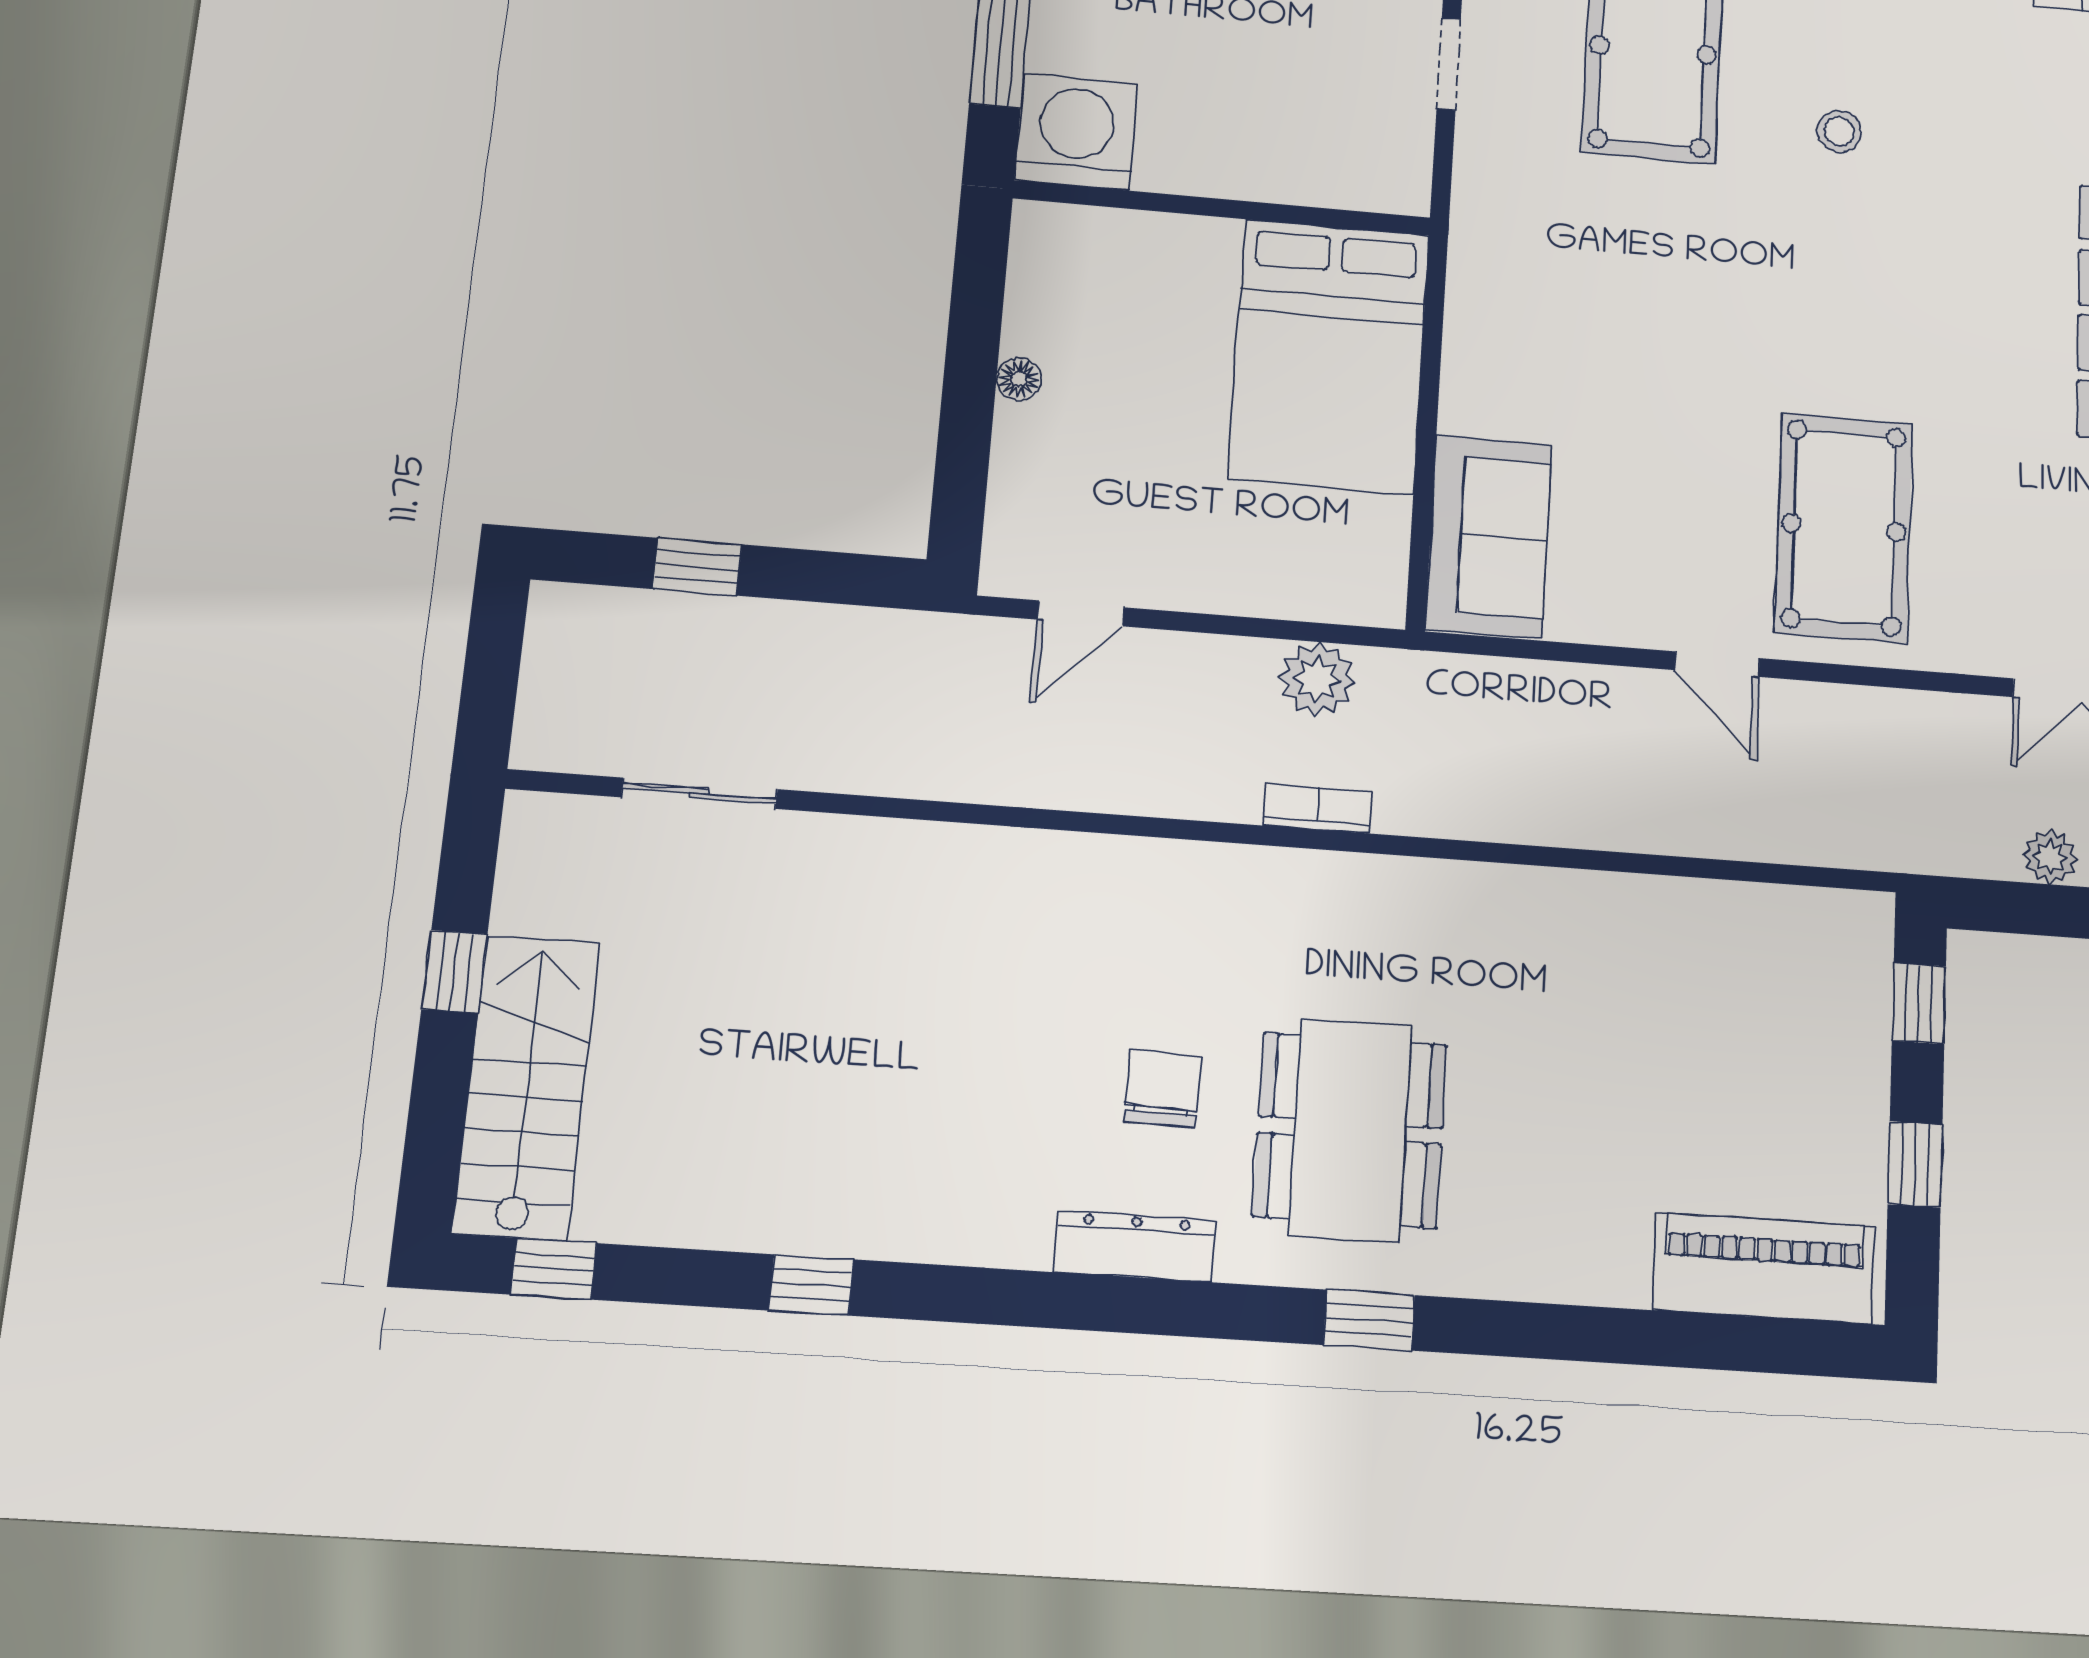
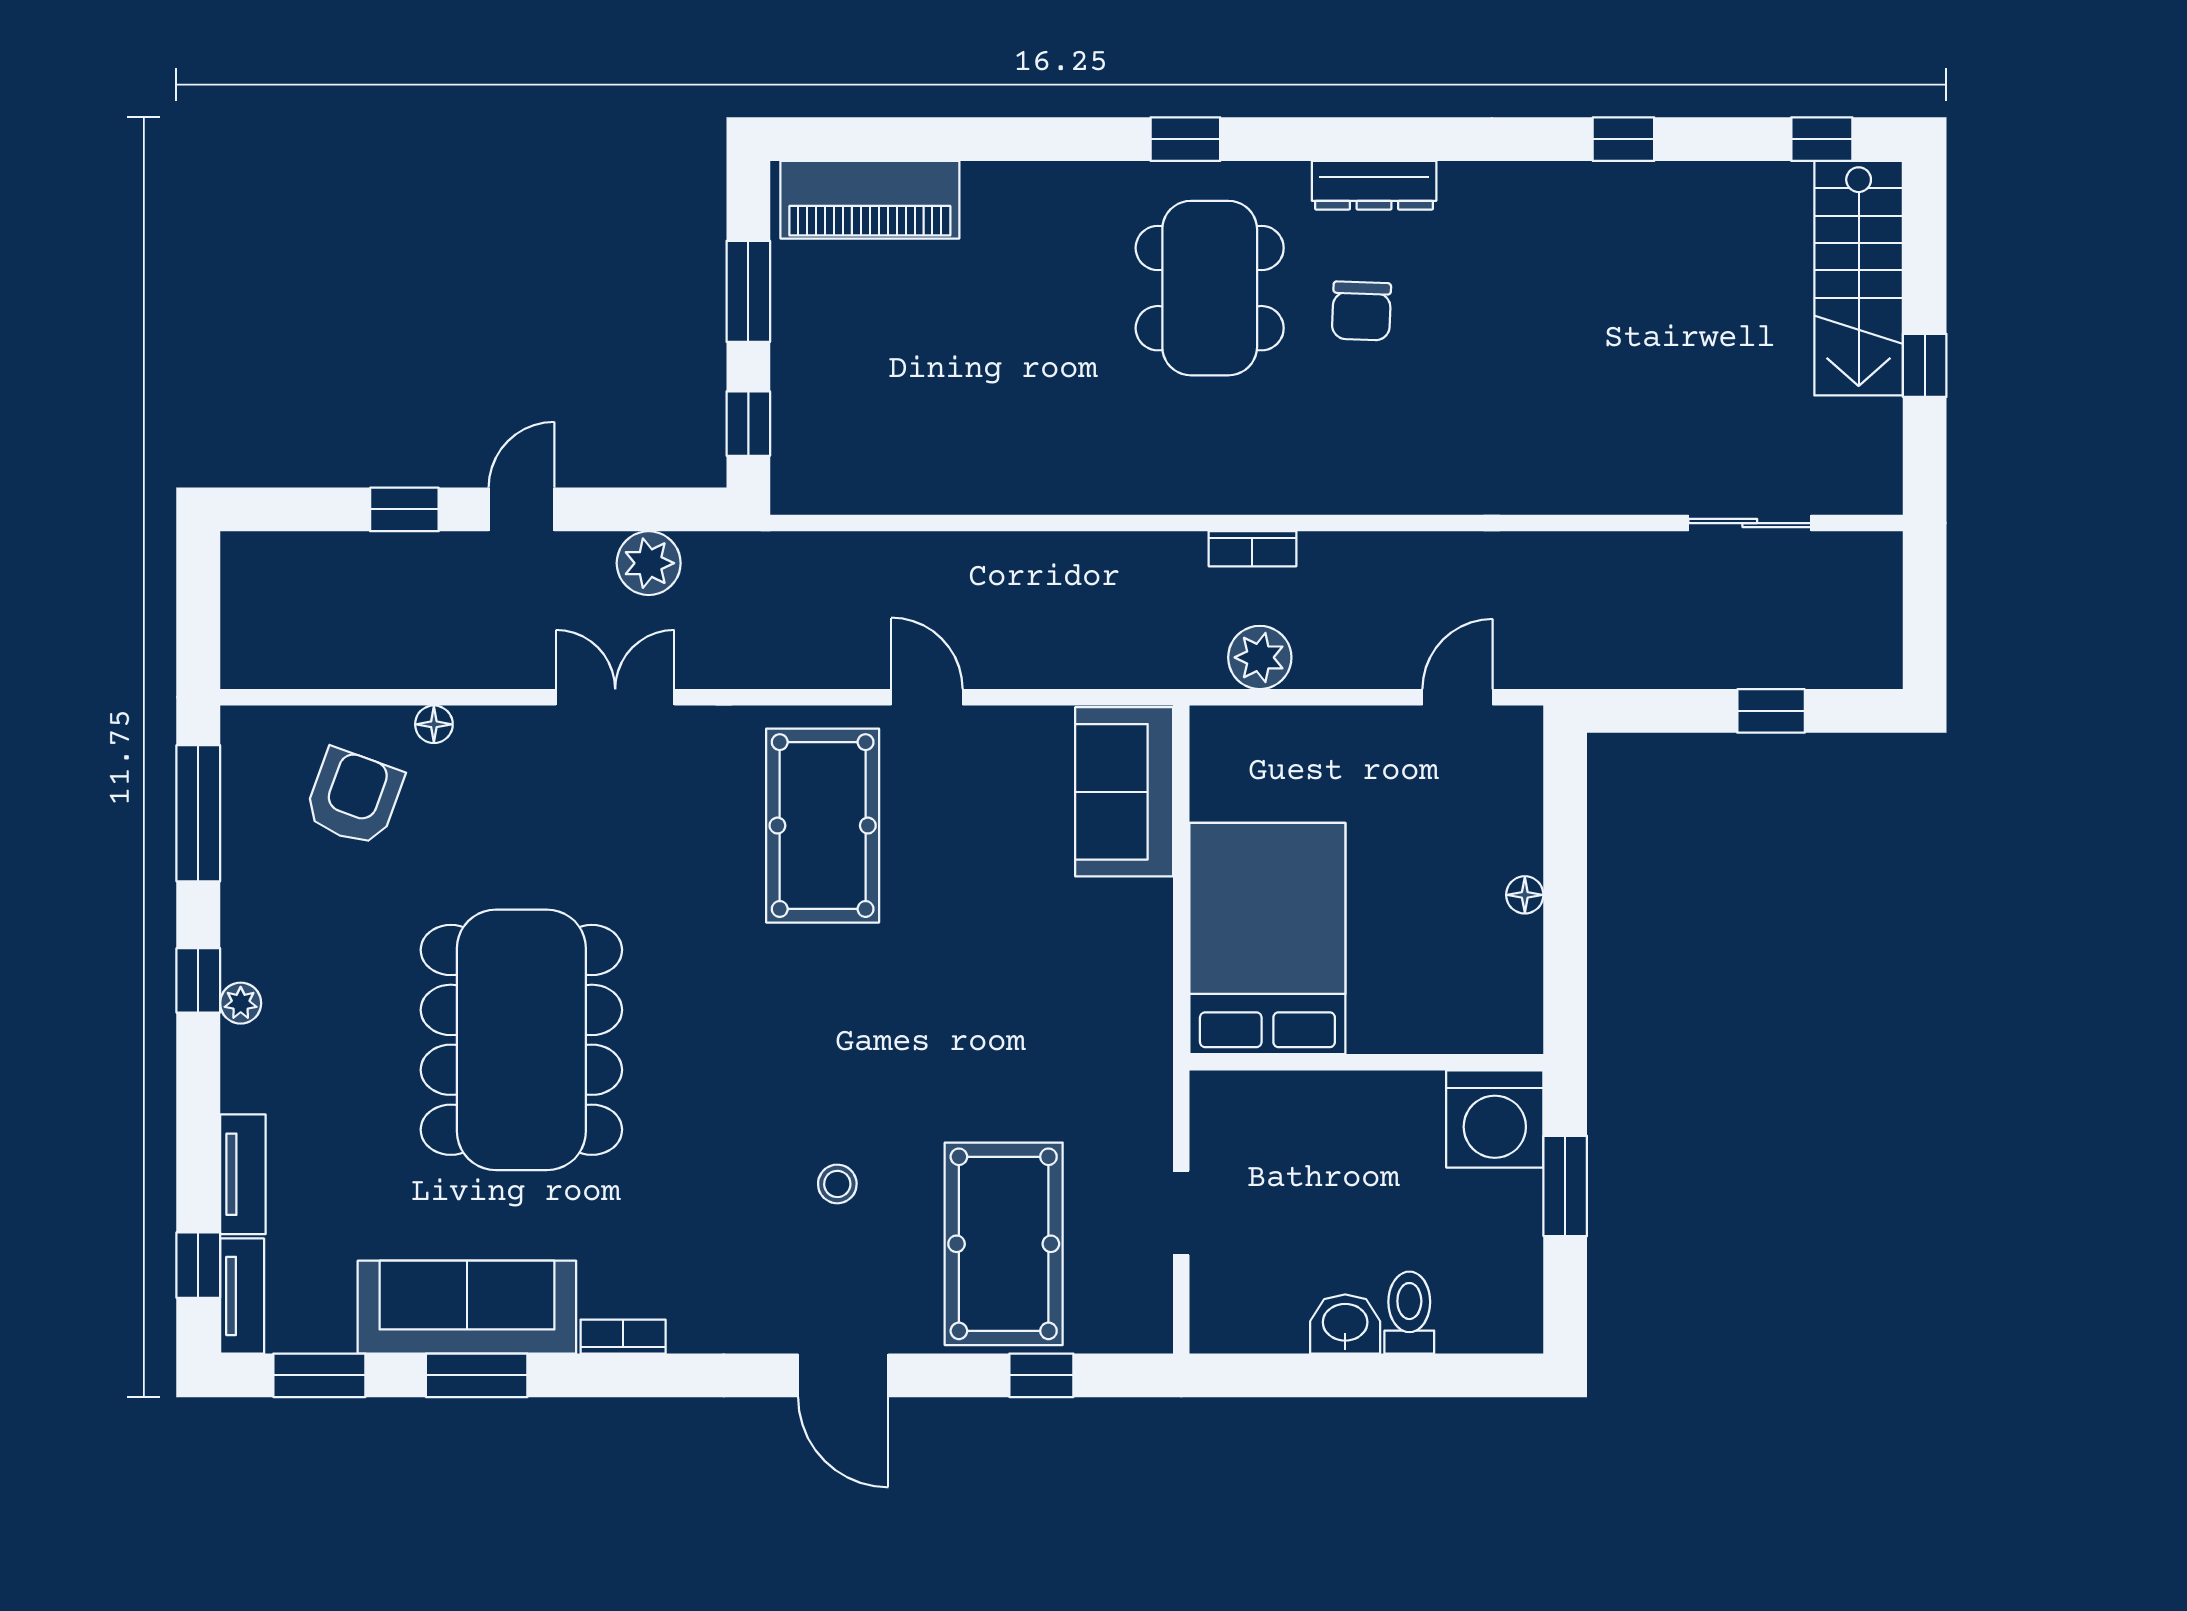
plant: (2050, 857) -> (649, 563), width x1.38, depth x1.38
window: (1915, 1164) -> (748, 291), width x1.50

